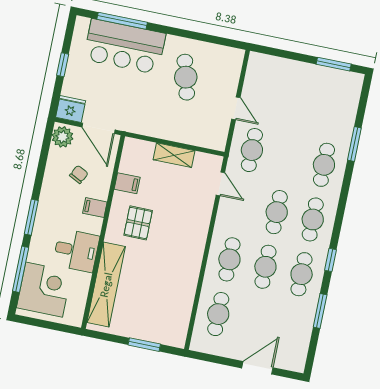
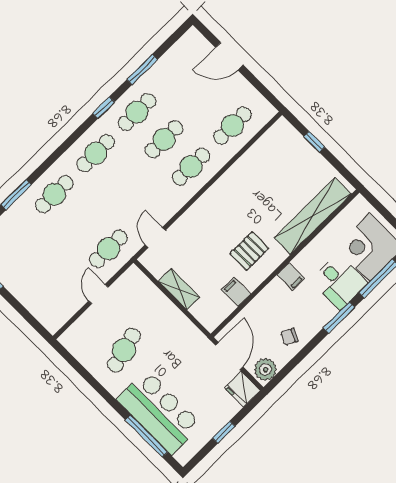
chair: (79, 174) -> (289, 337), moved
filing cabinet: (95, 208) -> (291, 277), moved
cafe table: (277, 212) -> (123, 180), removed
desk: (76, 251) -> (339, 282), moved, turned 180
window: (144, 345) -> (314, 142), width x0.67

